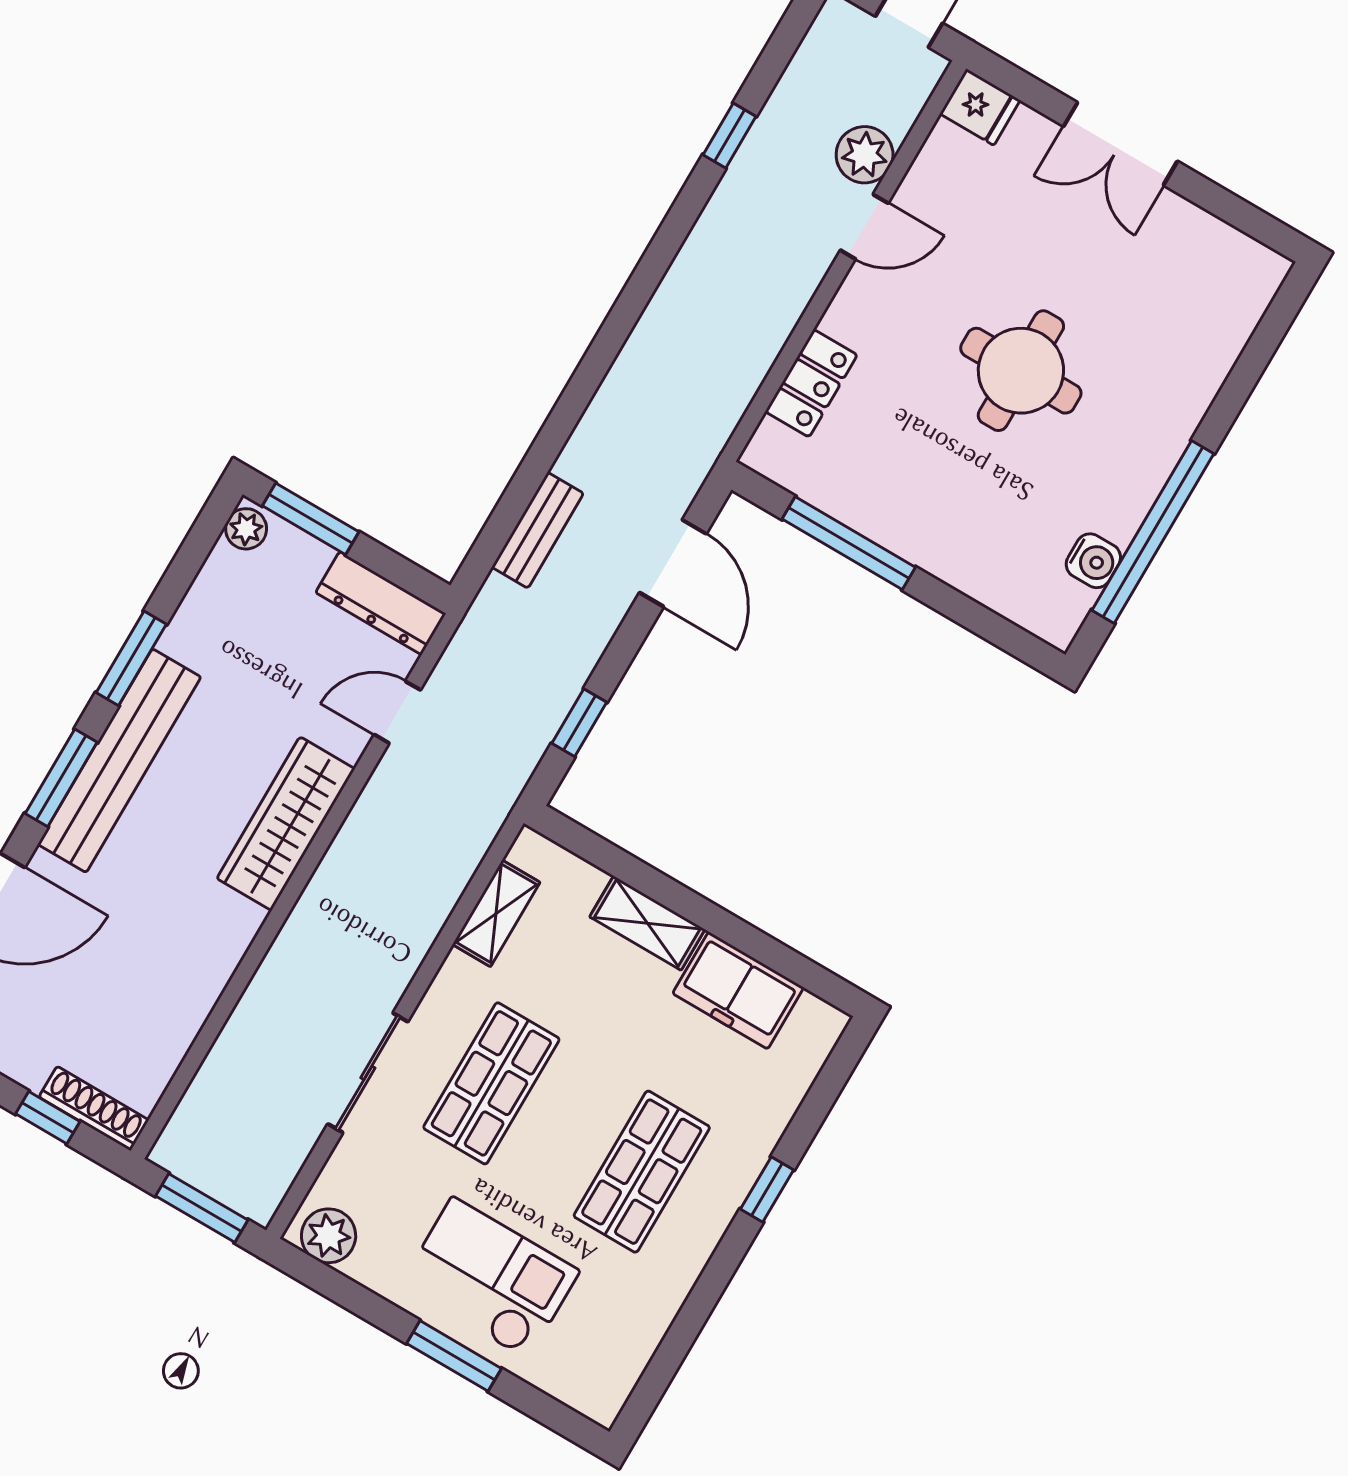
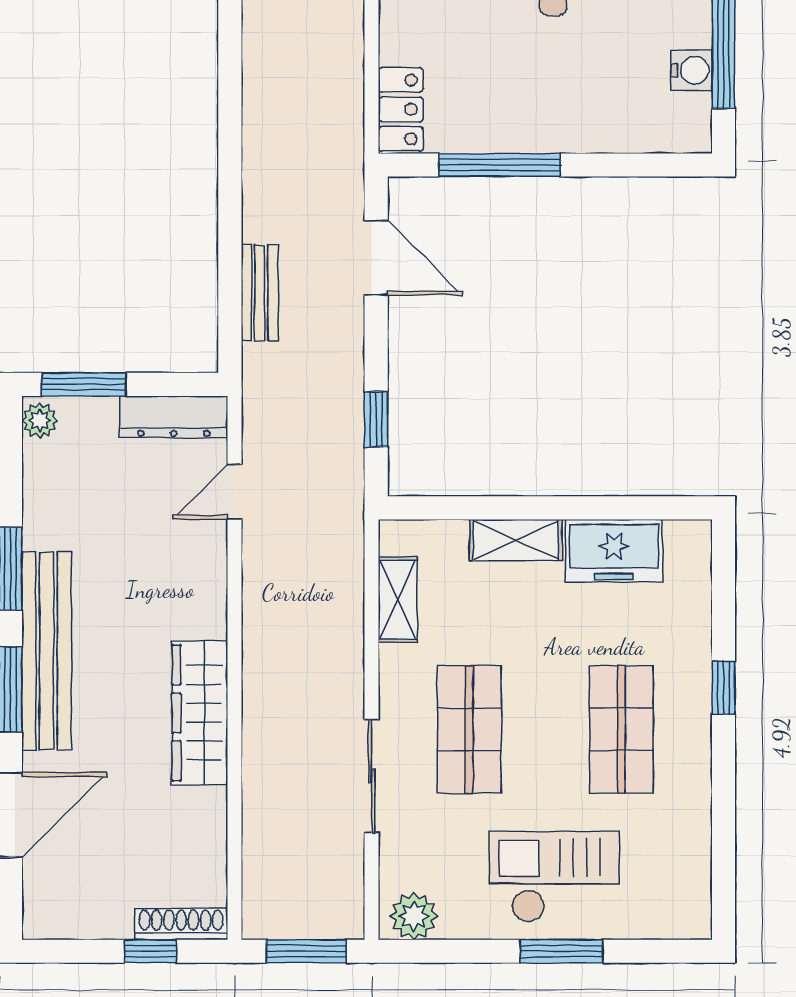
locker: (811, 383) -> (401, 109), moved
wardrobe: (286, 824) -> (200, 713), moved

